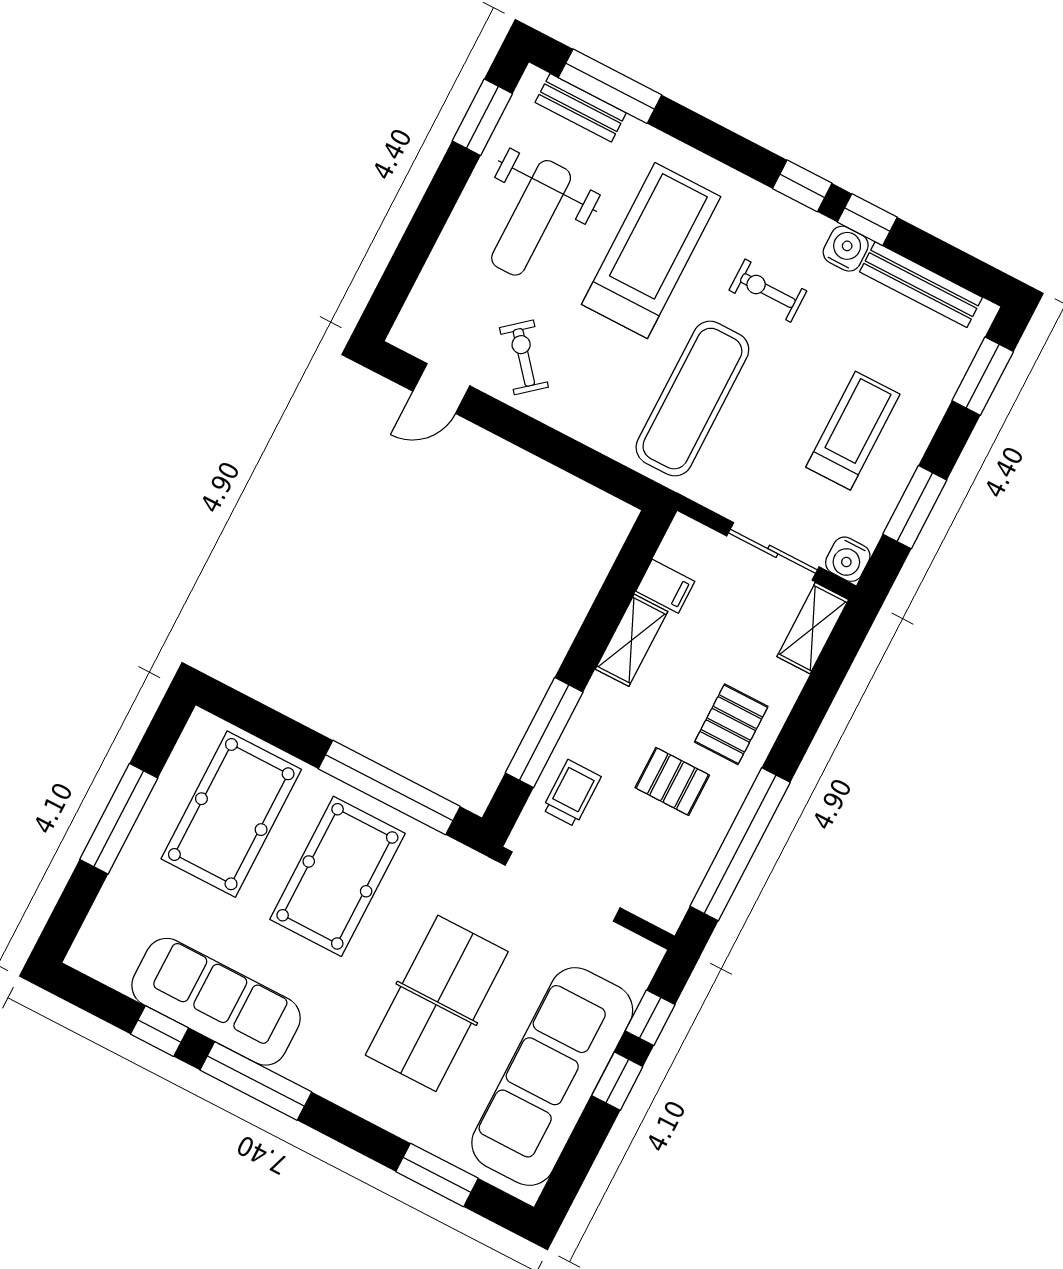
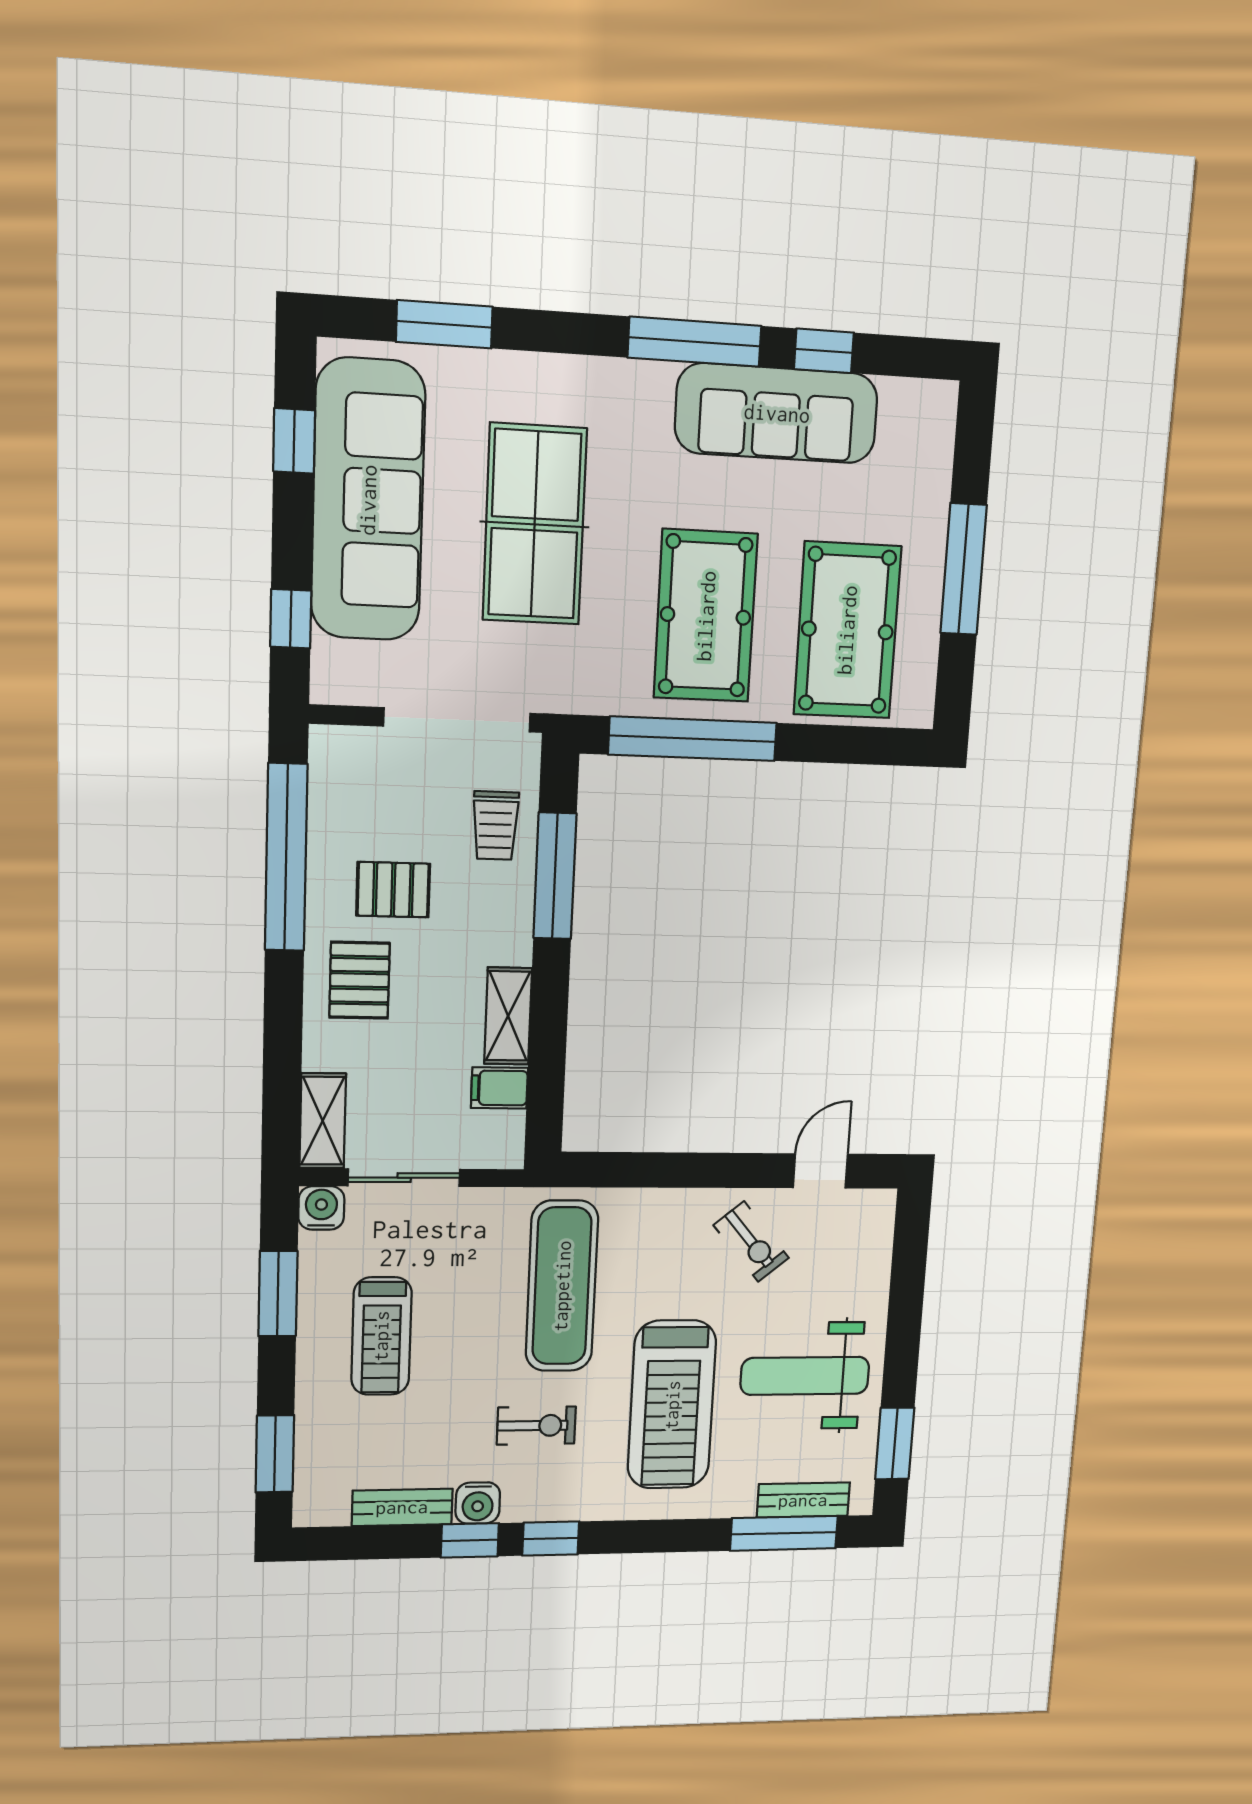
weight bench: (531, 218) -> (805, 1376), turned -90
bench: (921, 285) -> (402, 1507), width x0.73
window: (617, 1081) -> (294, 441), moved

